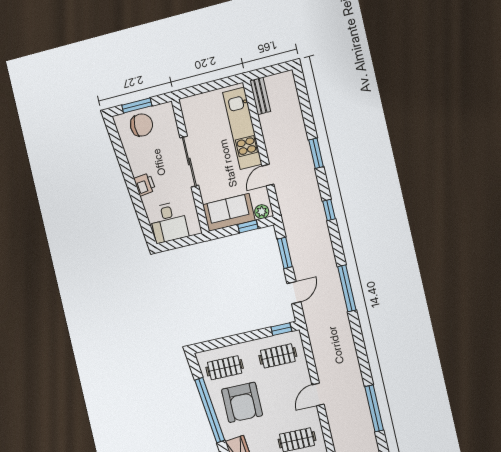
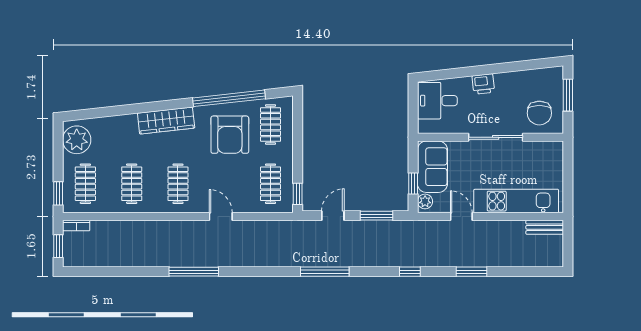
chair: (141, 125) -> (539, 113), moved
door: (294, 293) -> (333, 216), swing flipped
armchair: (242, 402) -> (230, 135), turned -90

